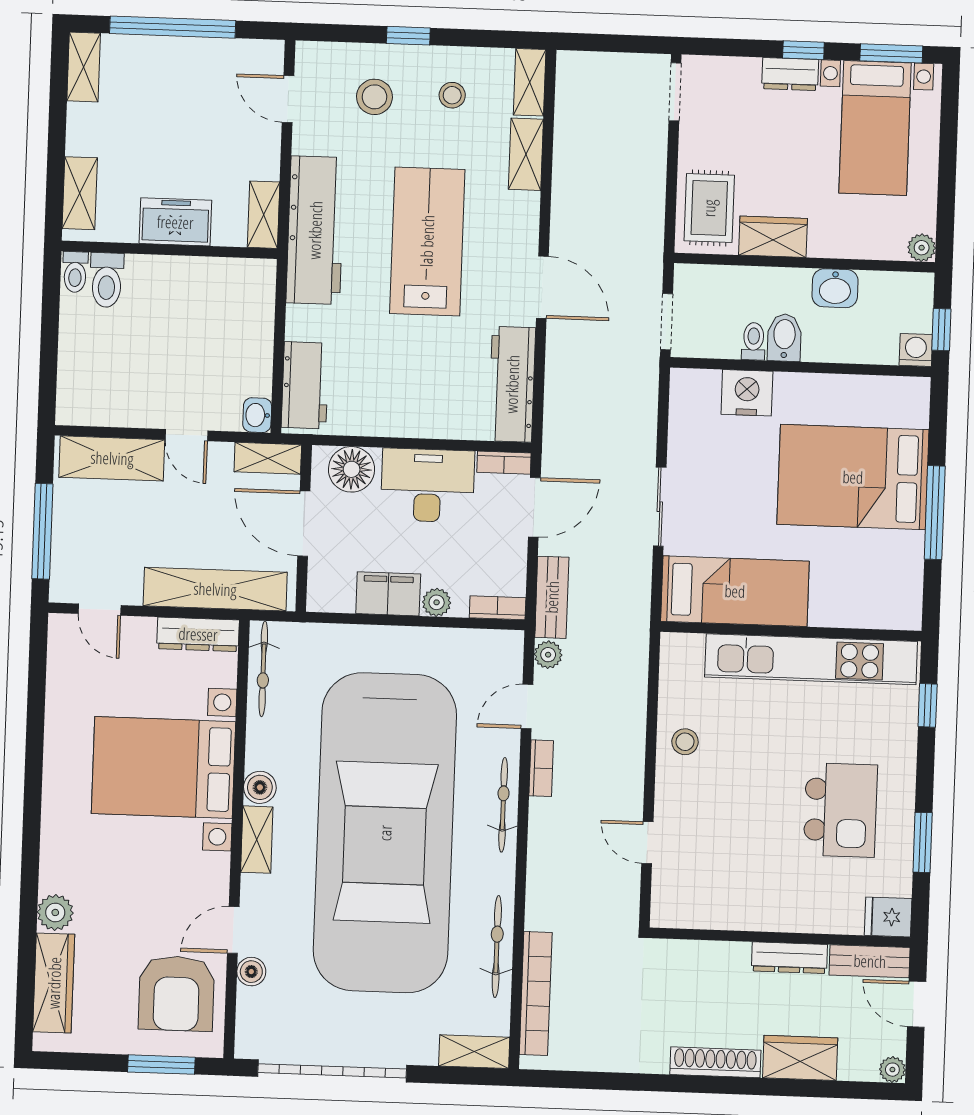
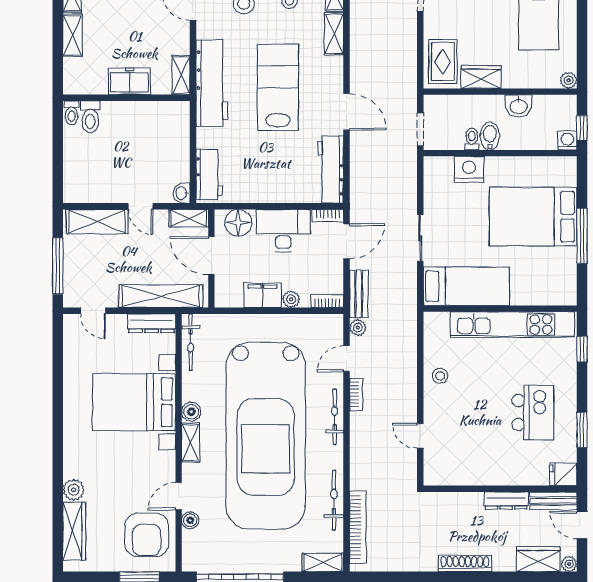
shelving: (80, 193) -> (73, 35), moved
wardrobe: (800, 1058) -> (538, 559), moved

